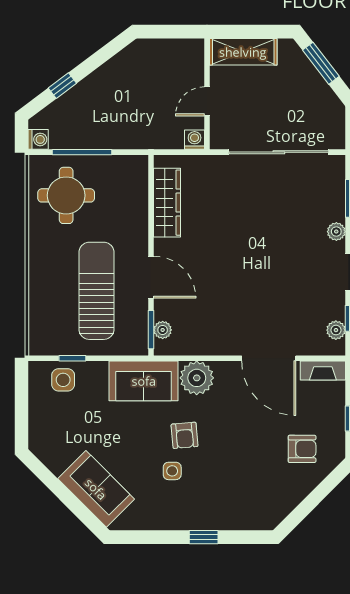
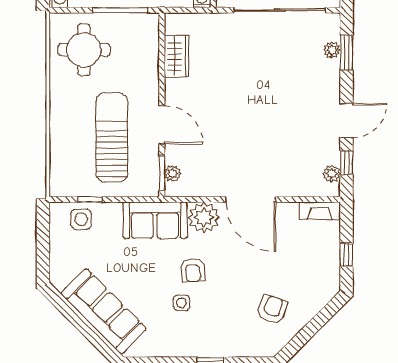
window: (82, 152) -> (120, 10), moved
wardrobe: (167, 203) -> (177, 56), width x0.67
plant: (336, 232) -> (332, 50), moved
door: (269, 358) -> (251, 199), moved
armchair: (302, 449) -> (272, 310), moved, turned -71
sofa: (96, 489) -> (103, 311), width x1.36

